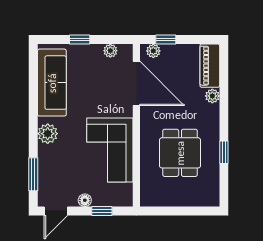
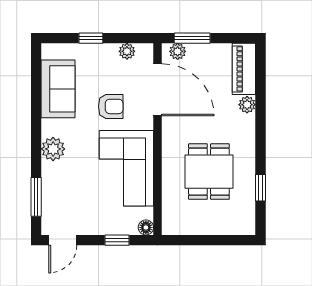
window: (166, 40) -> (192, 38), width x1.50
sofa: (52, 83) -> (58, 89), width x0.73
armchair: (97, 98) -> (111, 106), added
window: (224, 152) -> (261, 188), moved
floor lamp: (85, 200) -> (146, 227), moved

